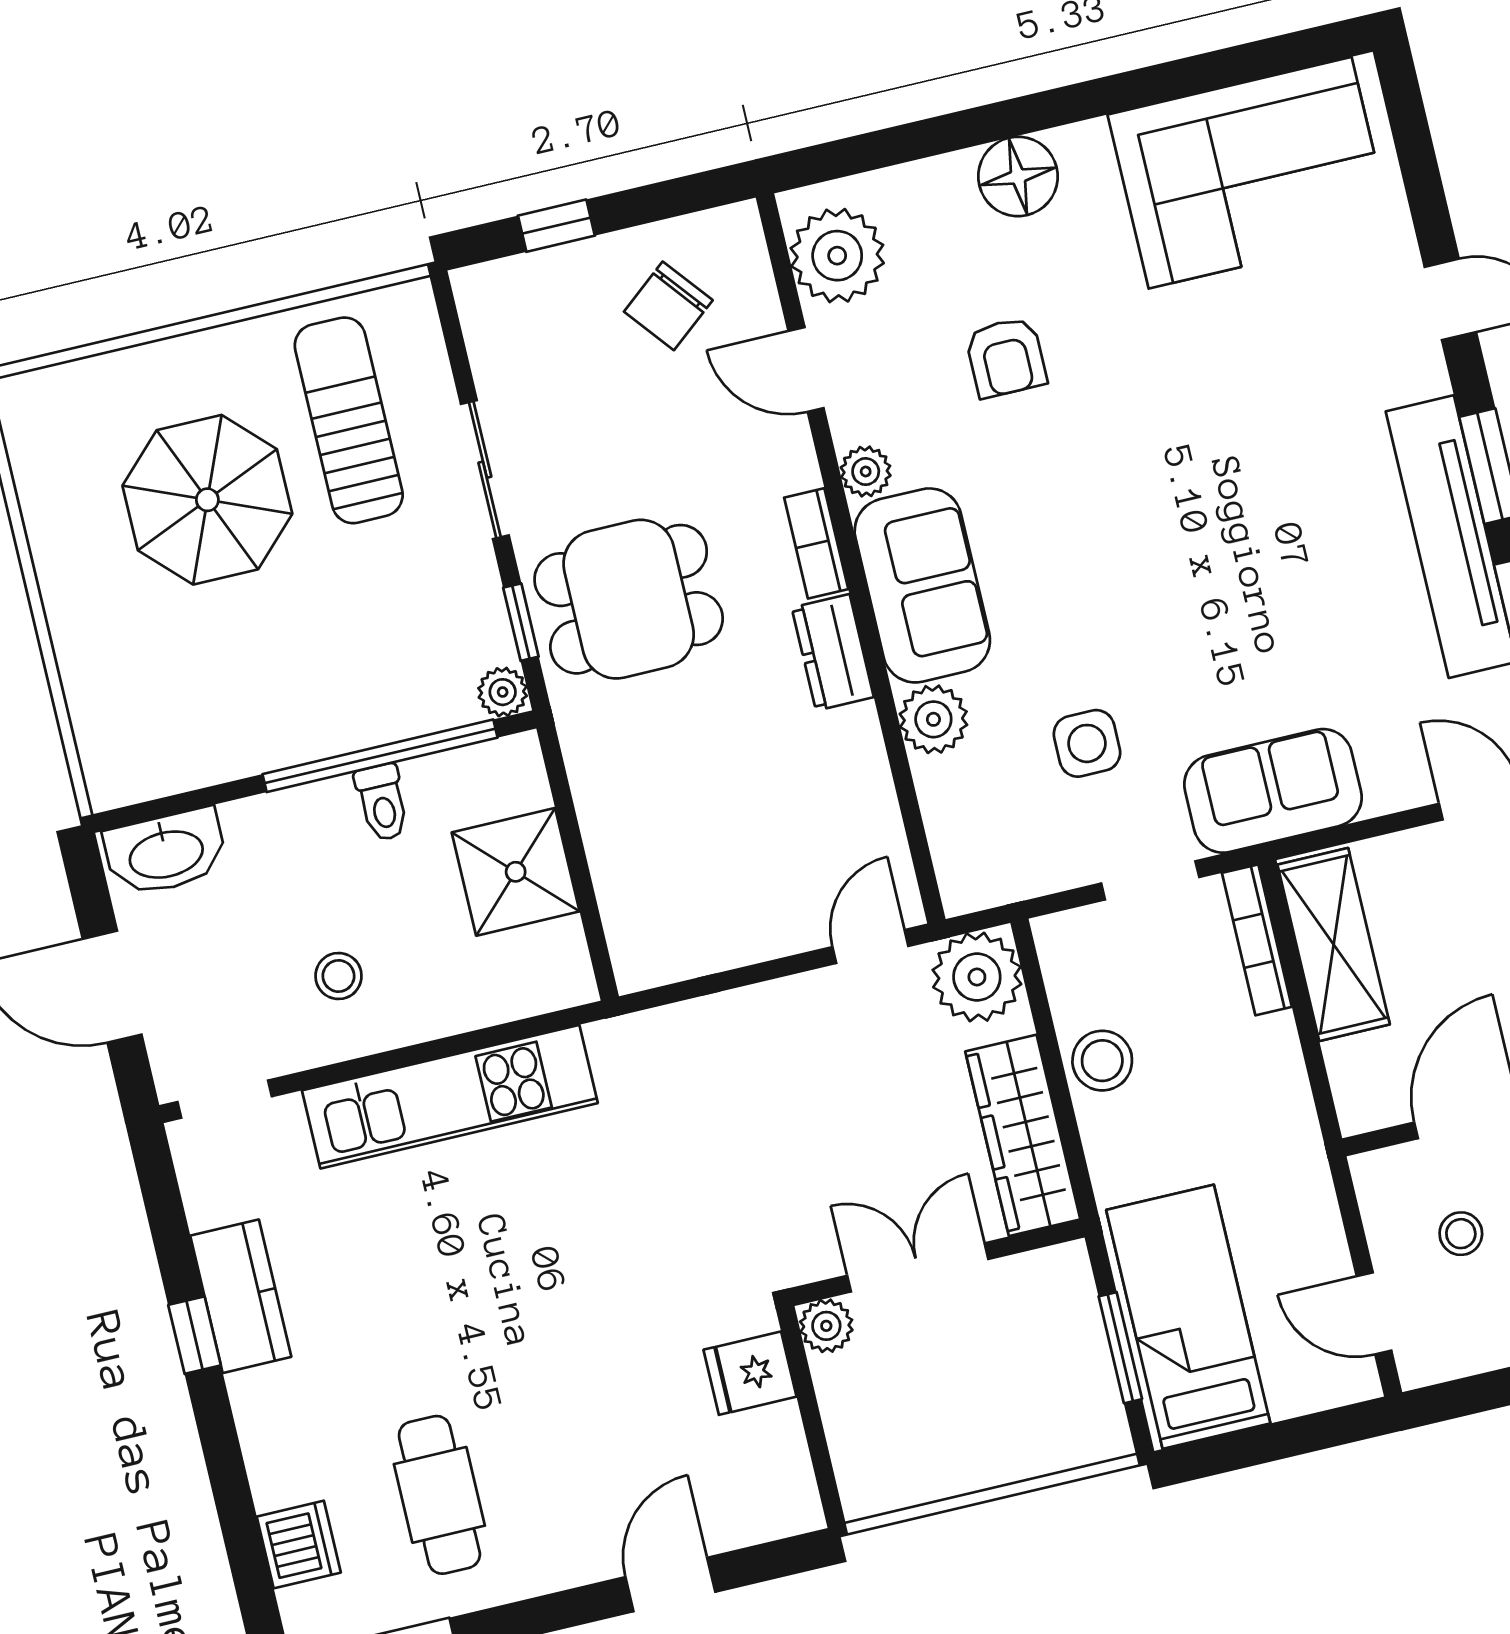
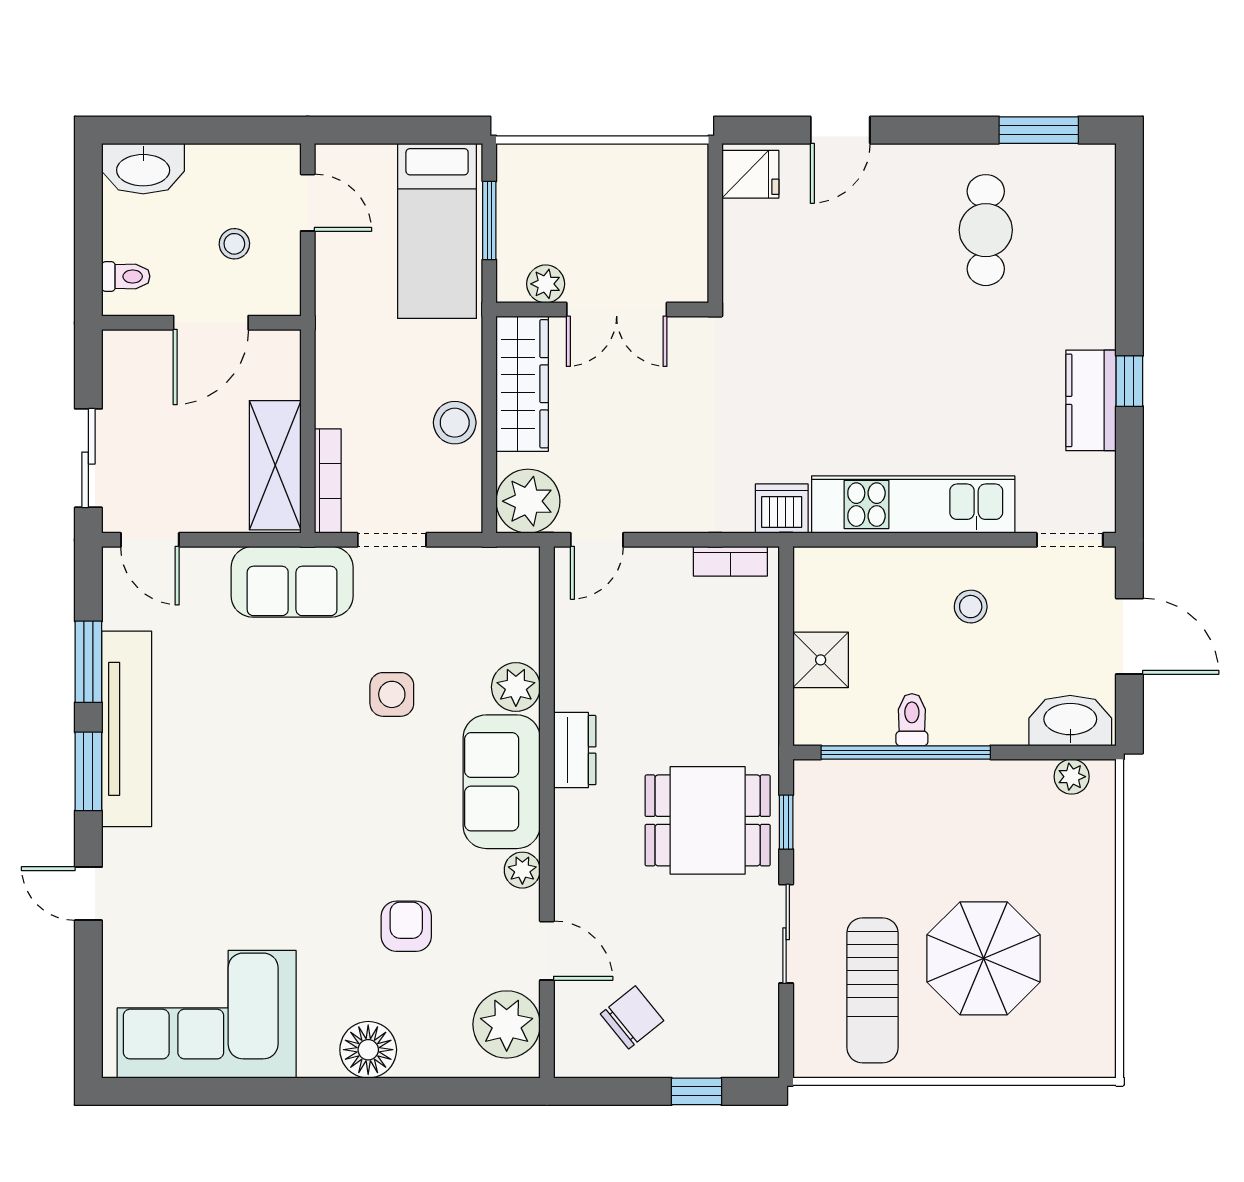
bookcase: (816, 543) -> (730, 561), moved, turned 90
plant: (503, 692) -> (1072, 777), moved
side table: (1087, 743) -> (392, 694), moved
shower: (516, 872) -> (821, 660), width x0.73, depth x0.73
plant: (826, 1326) -> (546, 284), moved
fridge: (750, 1373) -> (750, 174), moved
dishwasher: (299, 1545) -> (782, 509), moved, turned 90

